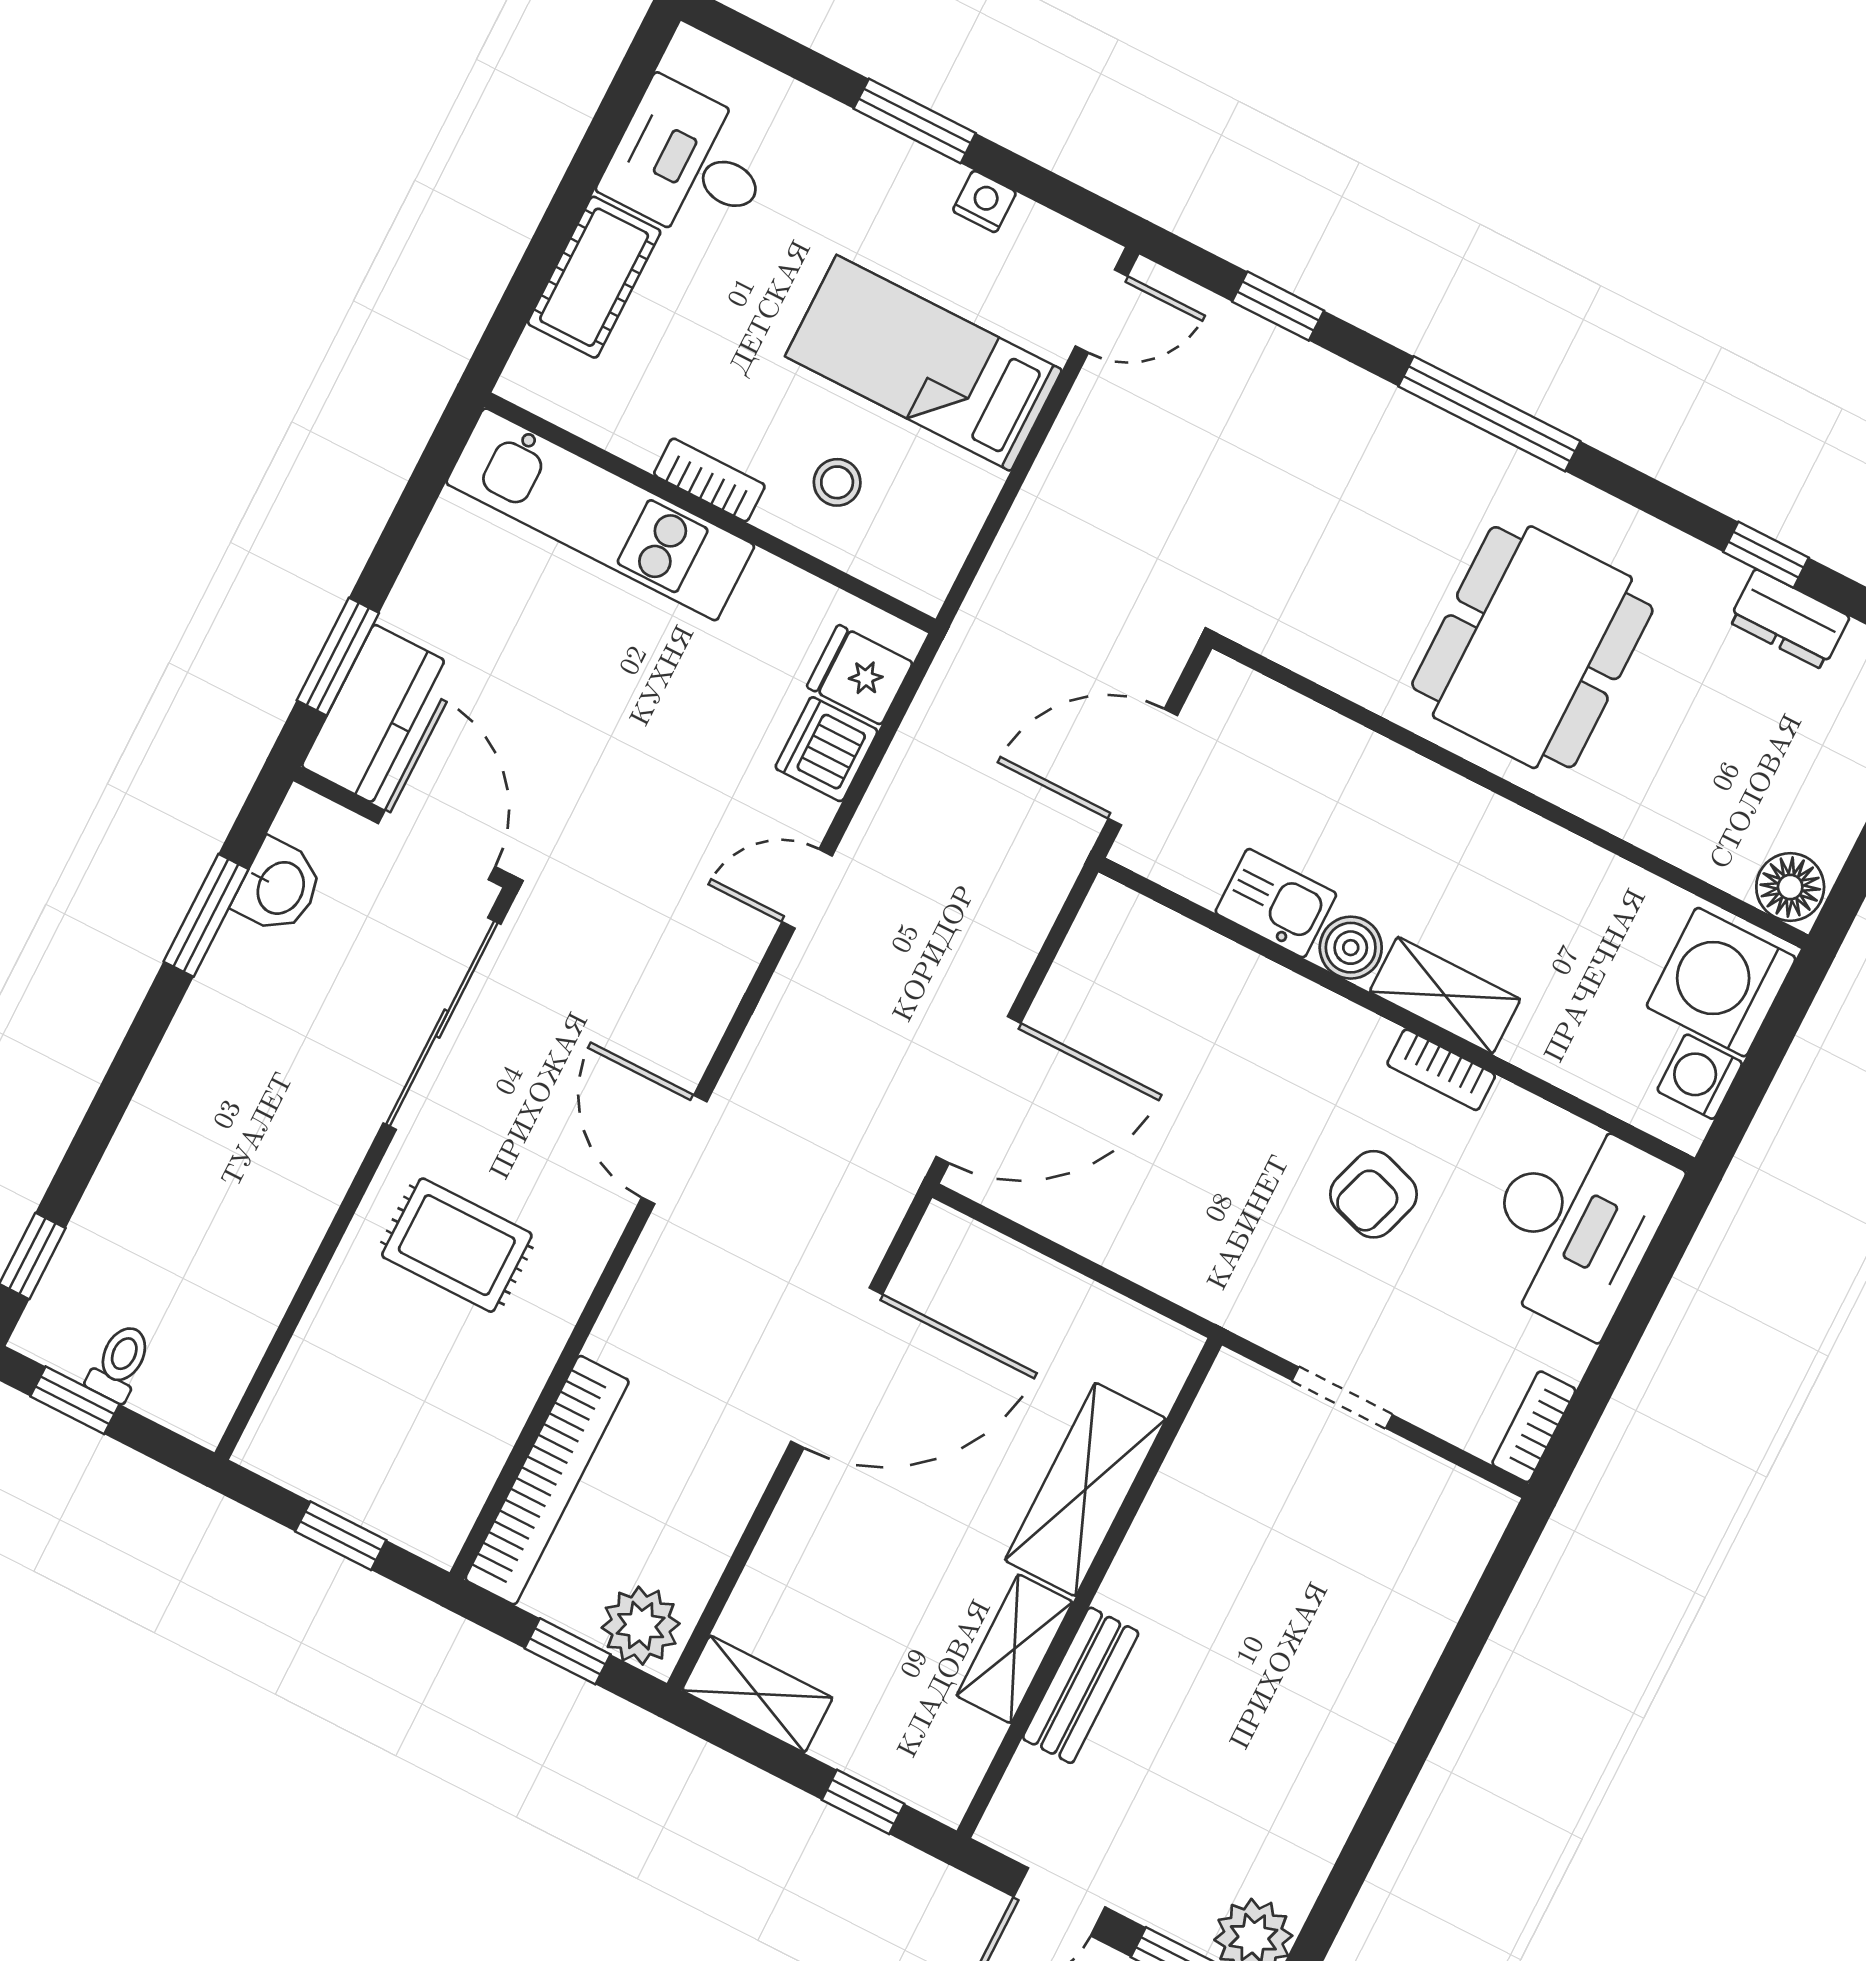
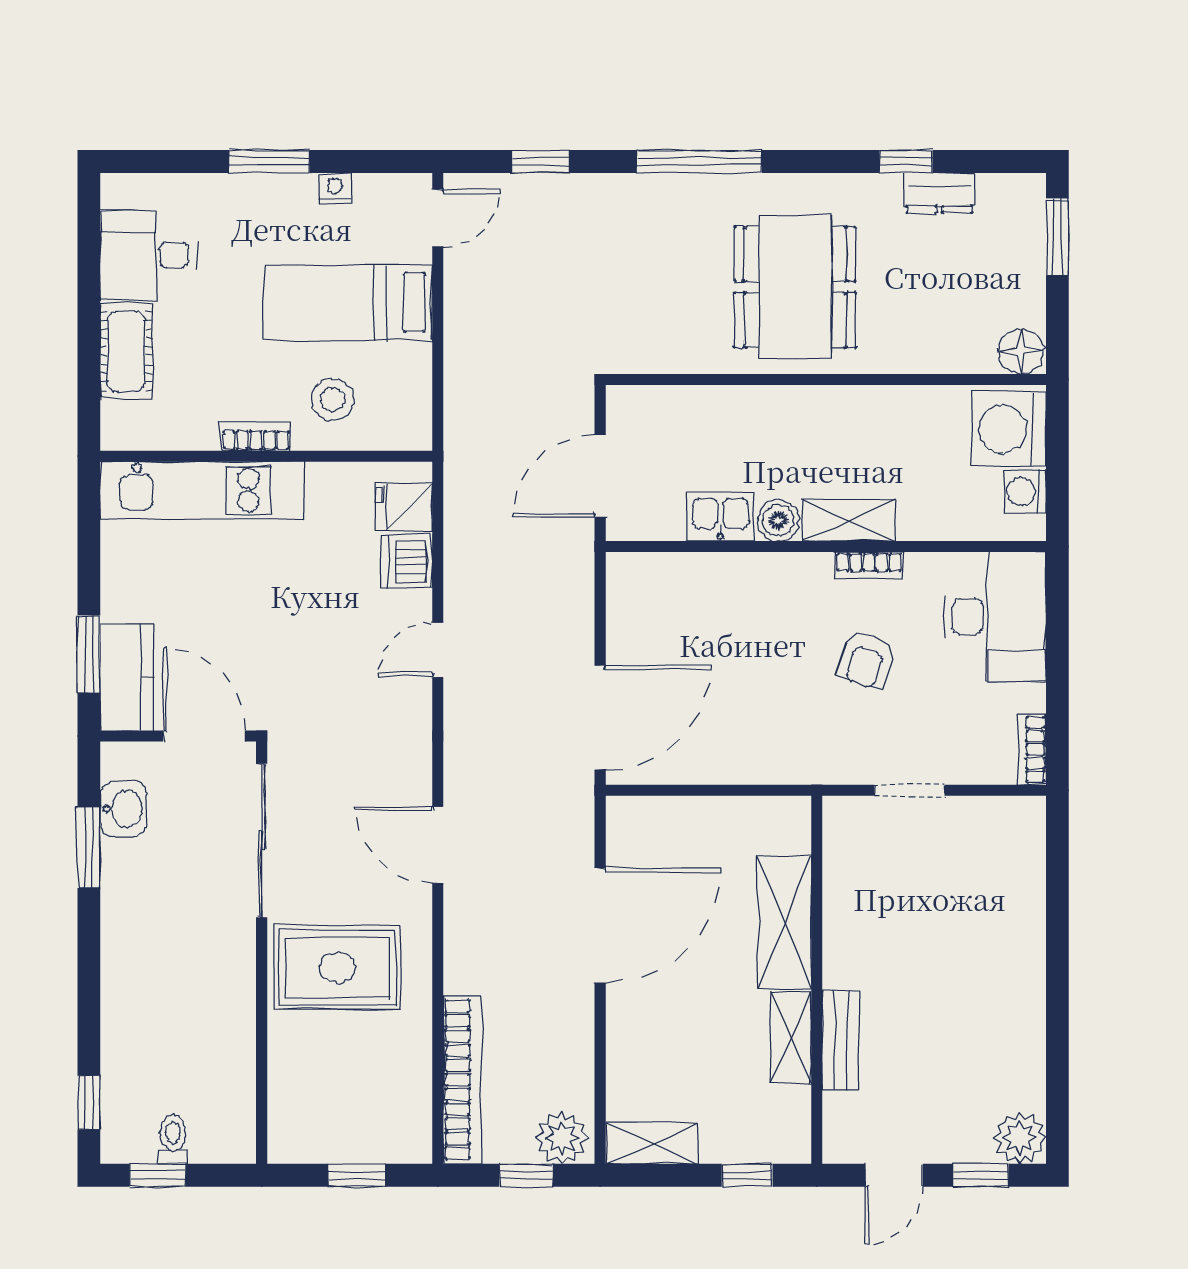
stool: (837, 482) -> (333, 400), width x1.37, depth x1.37
rug: (457, 1245) -> (338, 968), width x1.36, depth x1.43

